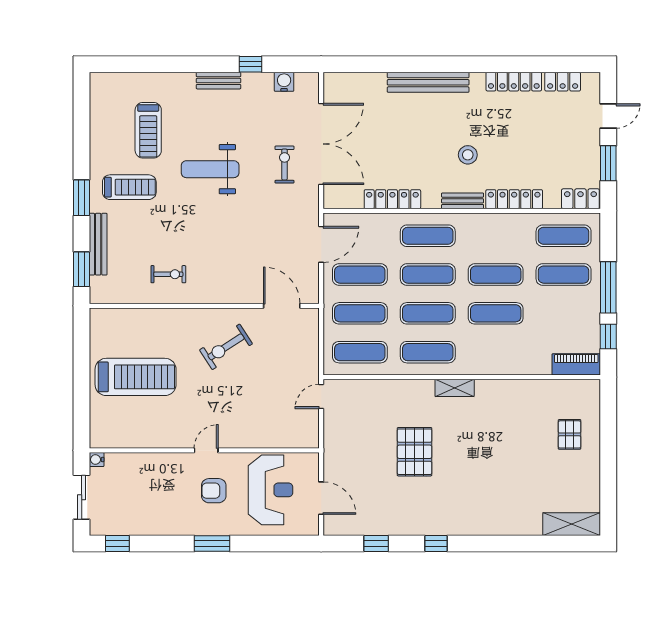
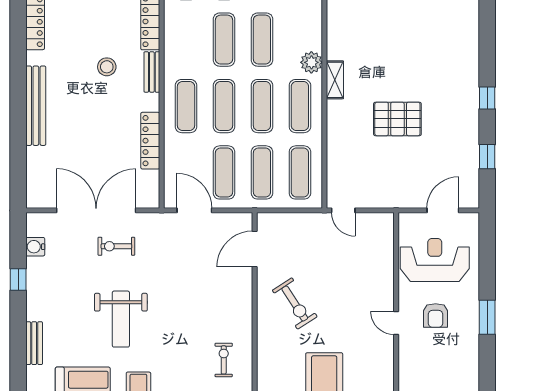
bench: (219, 81) -> (34, 343), moved
plant: (472, 364) -> (311, 62), added

